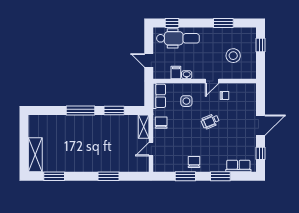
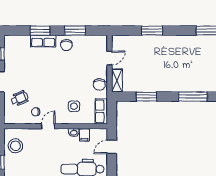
stool: (233, 56) -> (15, 146), moved
door: (149, 60) -> (112, 147), swing flipped
window: (80, 111) -> (193, 97), moved
wheelchair: (210, 121) -> (19, 98), moved
row of seats: (238, 166) -> (43, 41), moved

